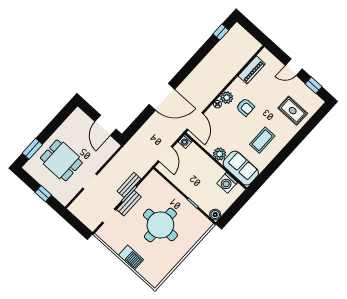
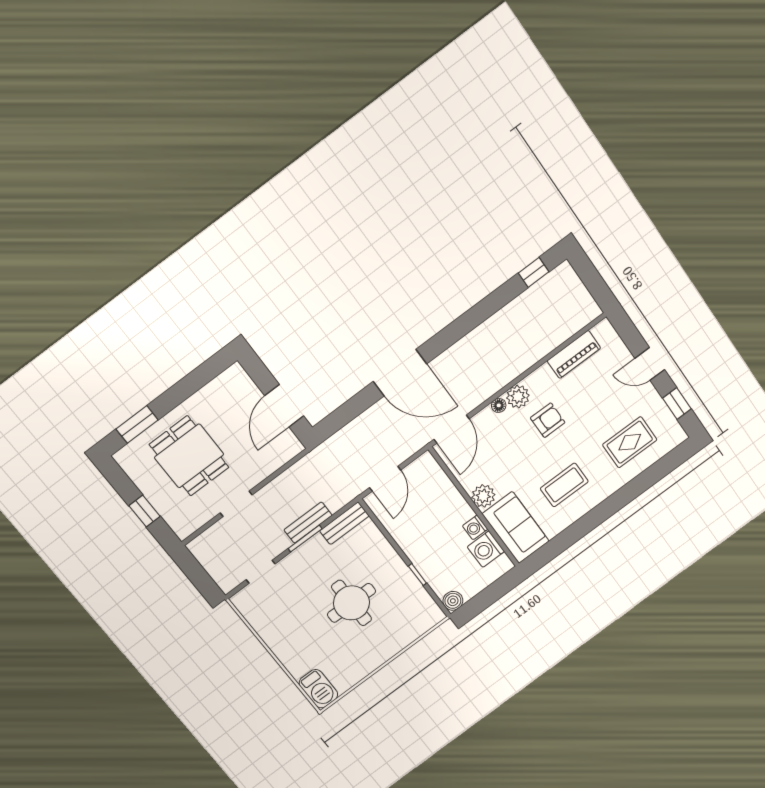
armchair: (245, 107) -> (548, 420), turned -90
rug: (293, 111) -> (630, 442), turned 90
washing machine: (185, 141) -> (475, 527), moved
bench: (129, 203) -> (344, 523), moved
round table: (160, 225) -> (352, 603), width x0.73, depth x0.73
barbecue: (131, 257) -> (318, 689), moved

